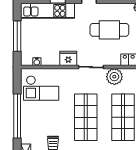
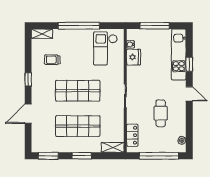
cafe table: (109, 30) -> (161, 113), width x0.73, depth x0.74
fridge: (68, 58) -> (134, 57), moved
plant: (114, 77) -> (116, 118), removed

